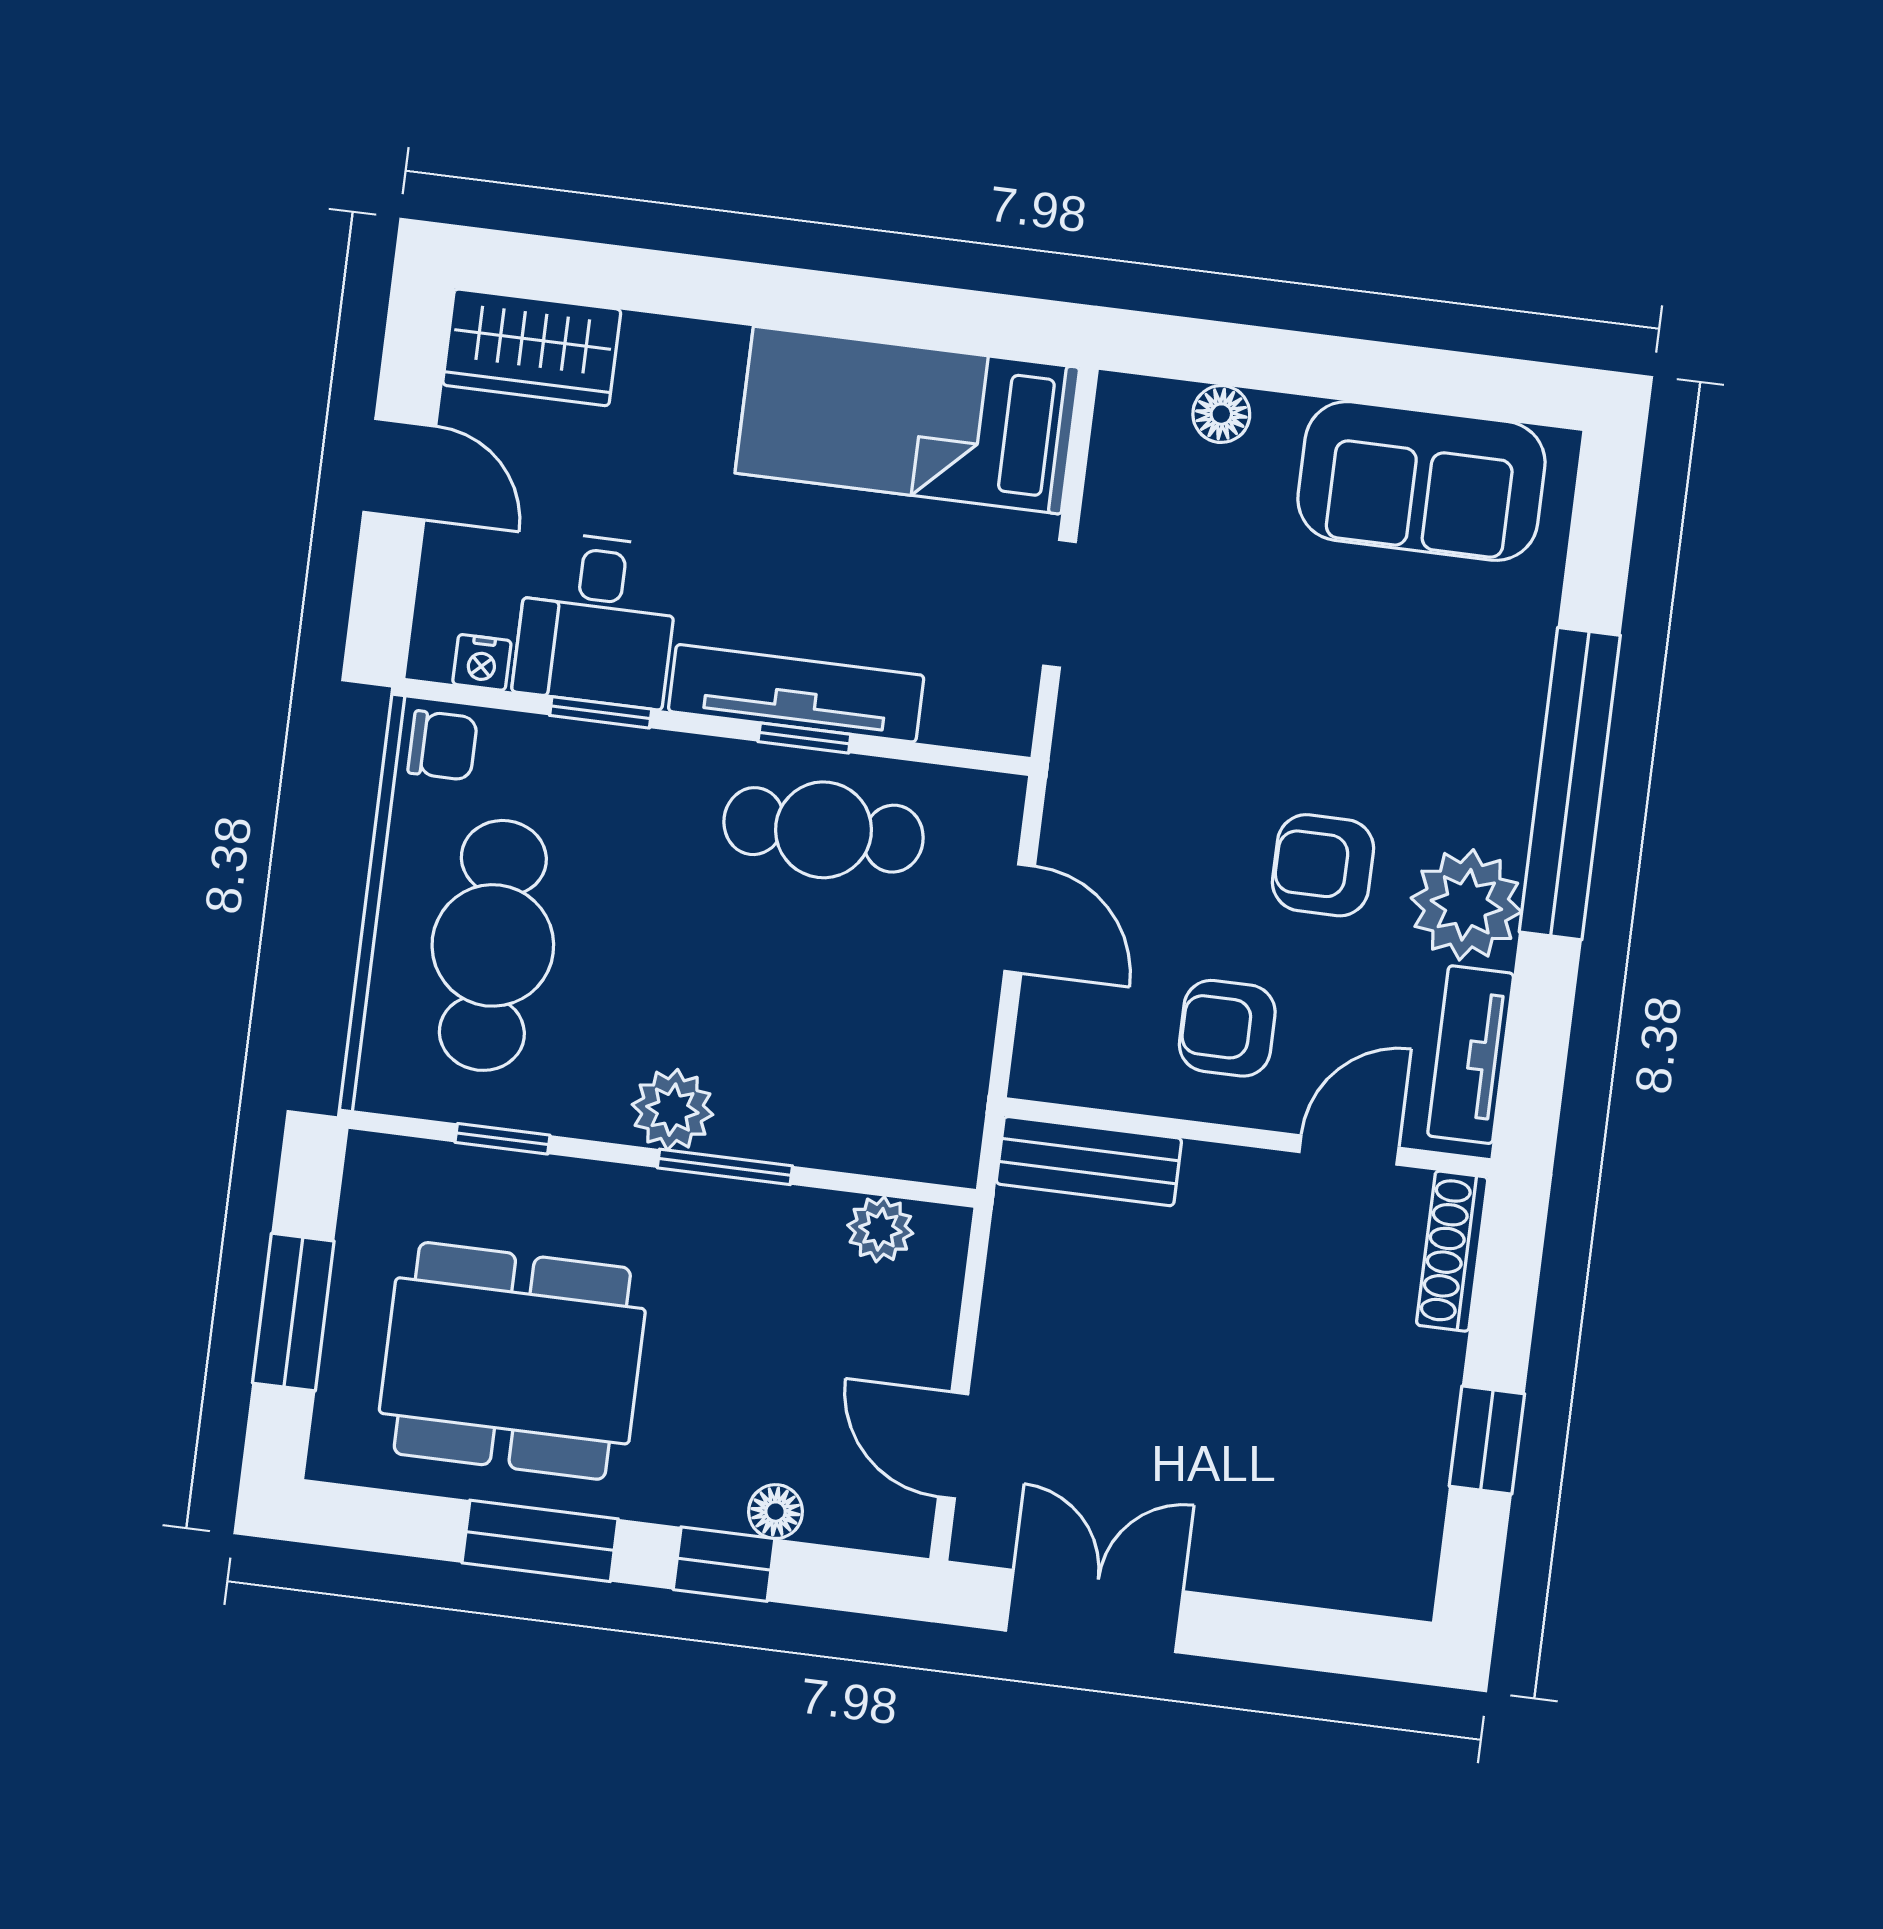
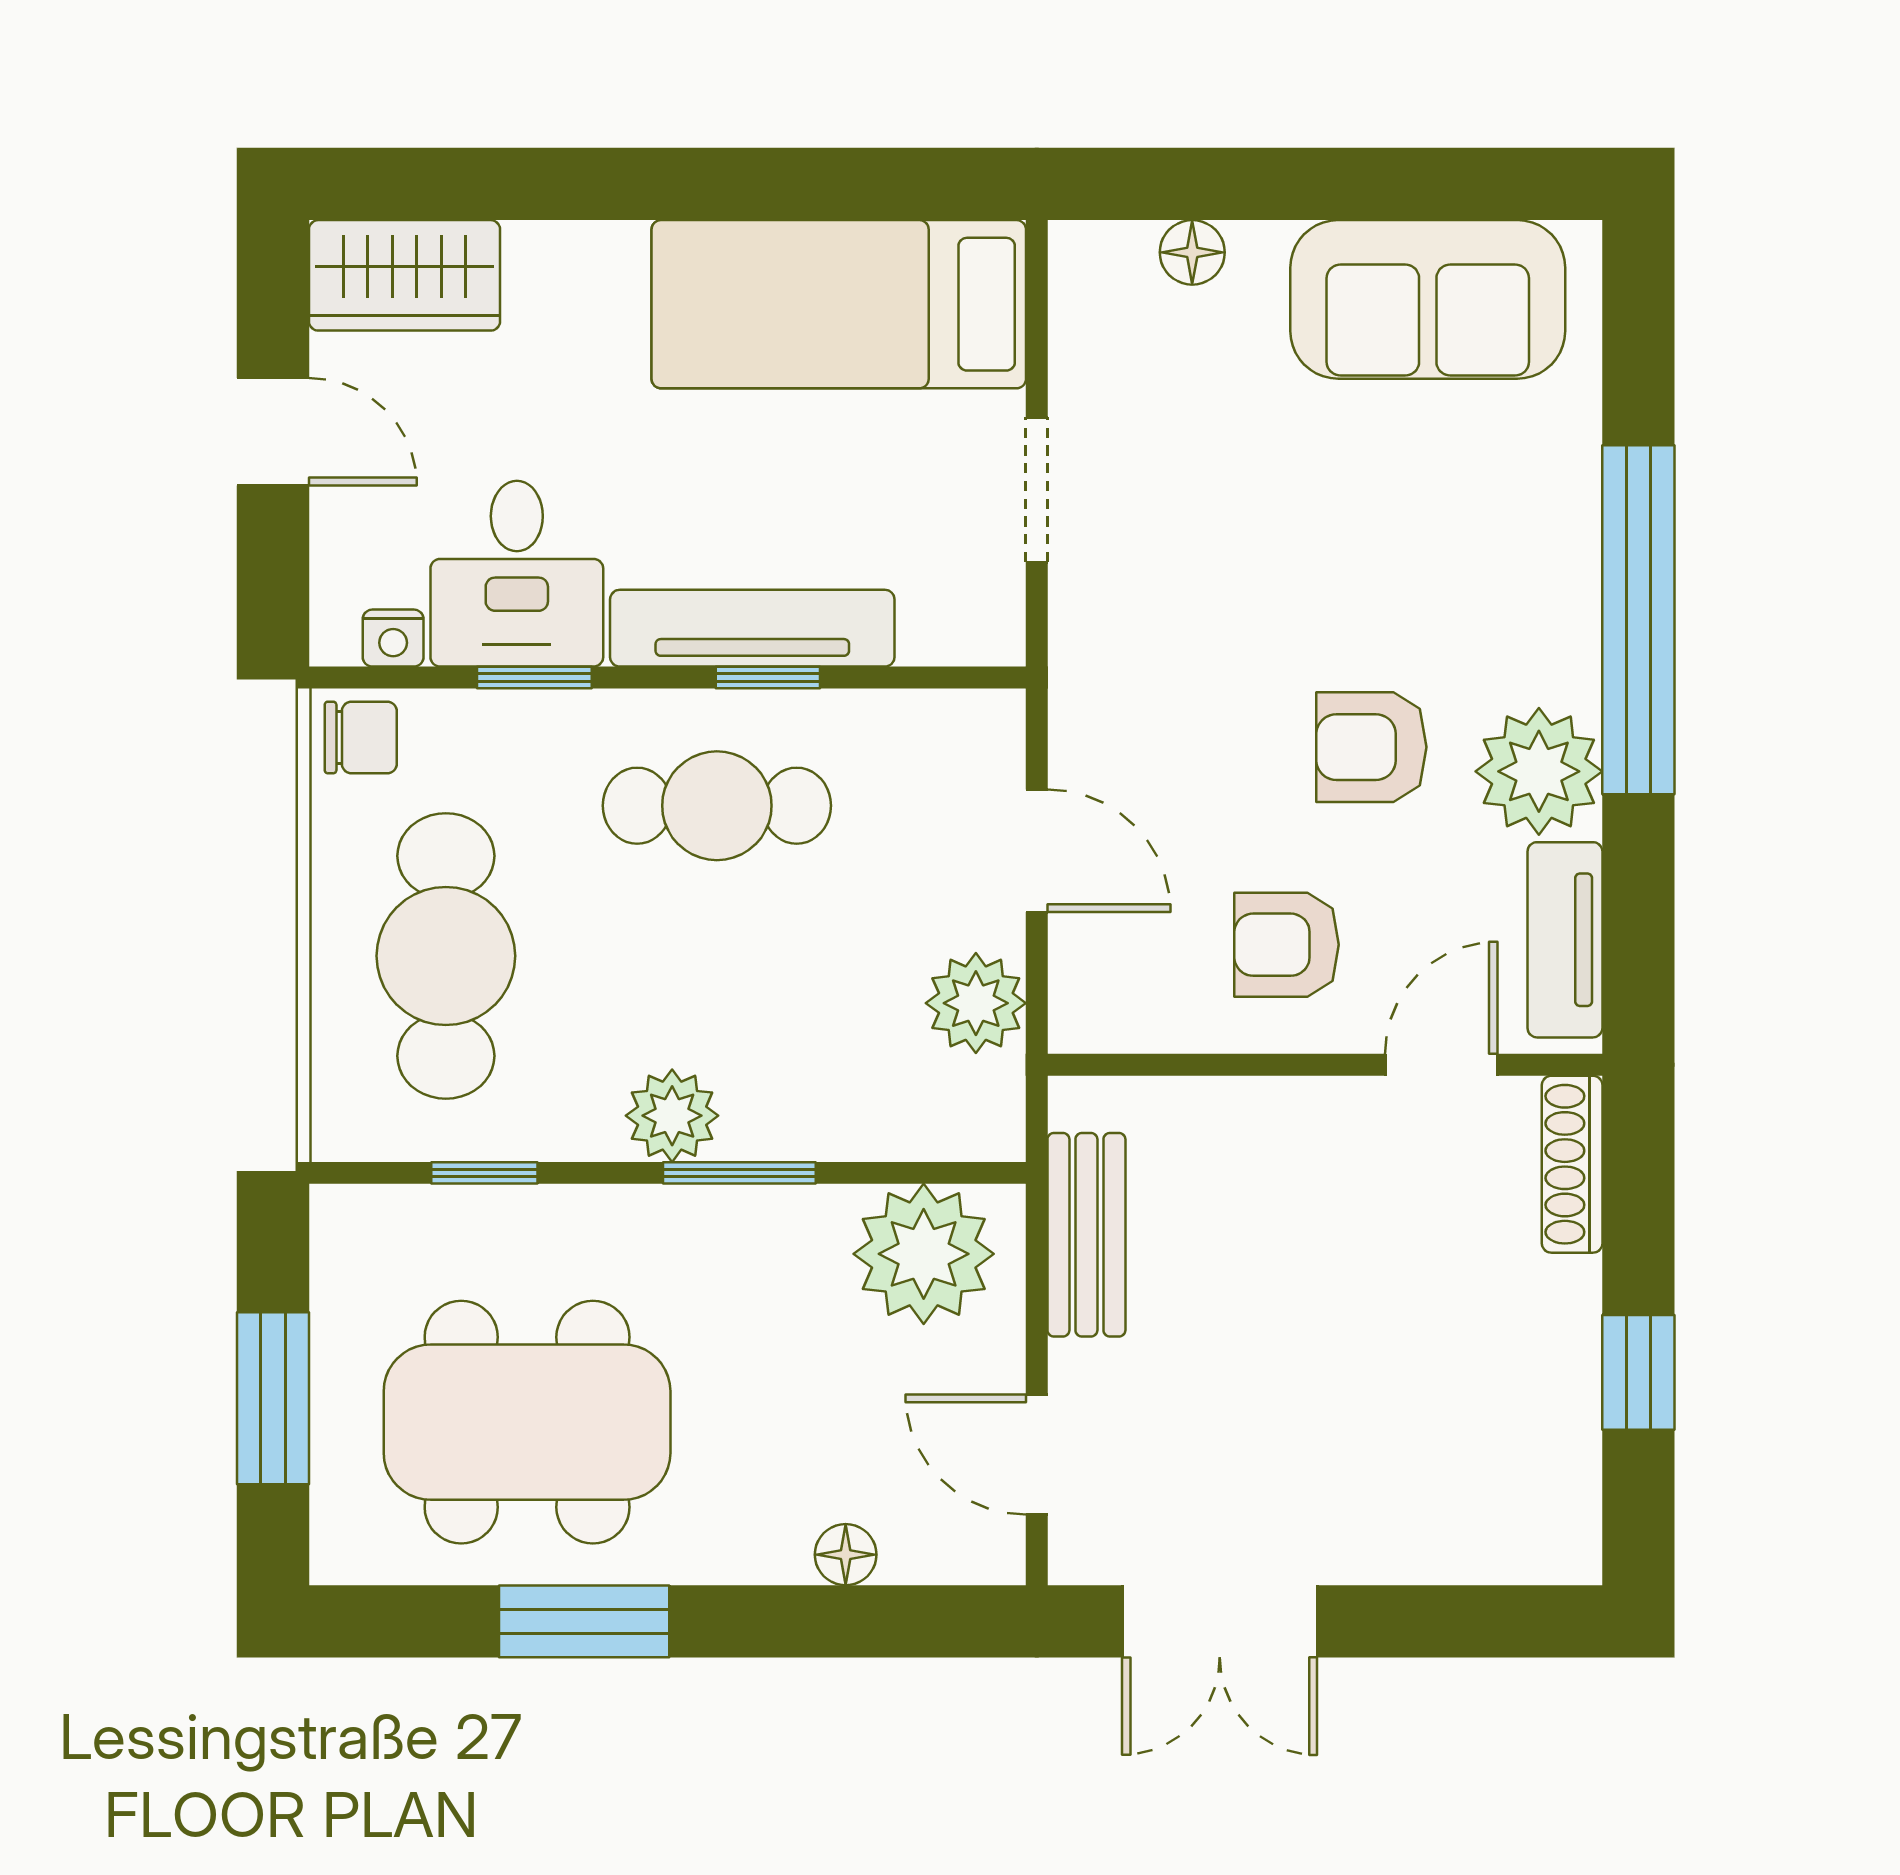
cafe table: (824, 830) -> (717, 806), moved
plant: (950, 1045) -> (976, 1003), added
bench: (1089, 1161) -> (1086, 1235), moved, turned 90
plant: (880, 1229) -> (924, 1254), width x1.88, depth x1.88
window: (724, 1564) -> (795, 1621), removed
double door: (1094, 1611) -> (1220, 1621), swing flipped

